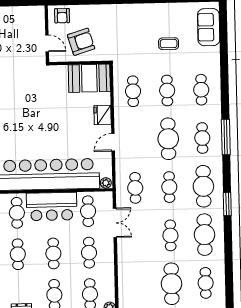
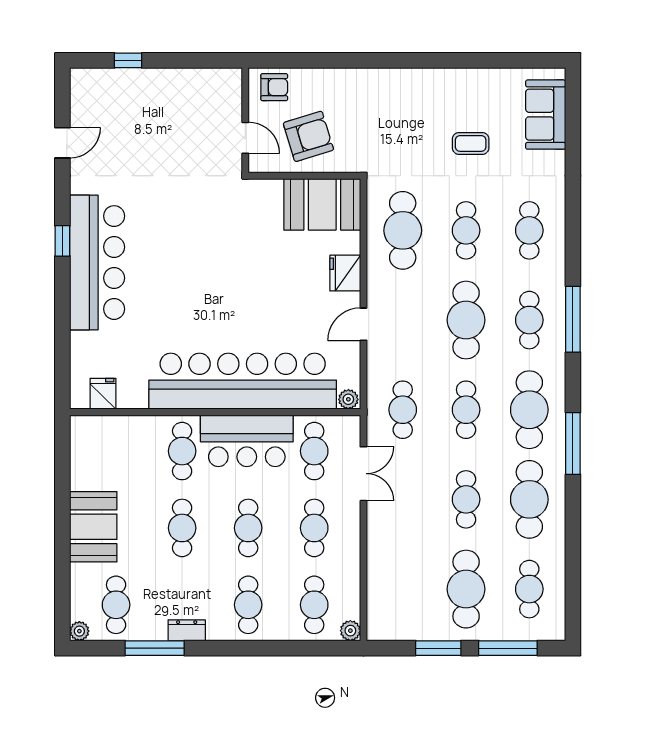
armchair: (62, 16) -> (274, 87), turned -90
cafe table: (133, 91) -> (403, 230), width x1.37, depth x1.35
window: (227, 204) -> (573, 443), width x1.44

